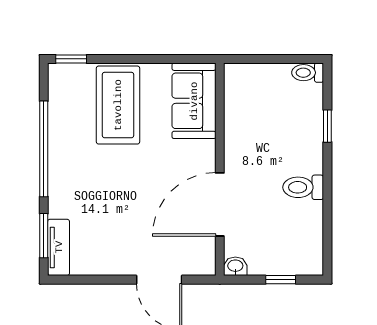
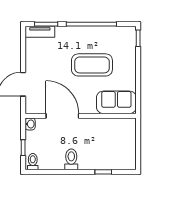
toilet: (308, 73) -> (33, 162), moved
coffee table: (118, 105) -> (92, 65), moved

